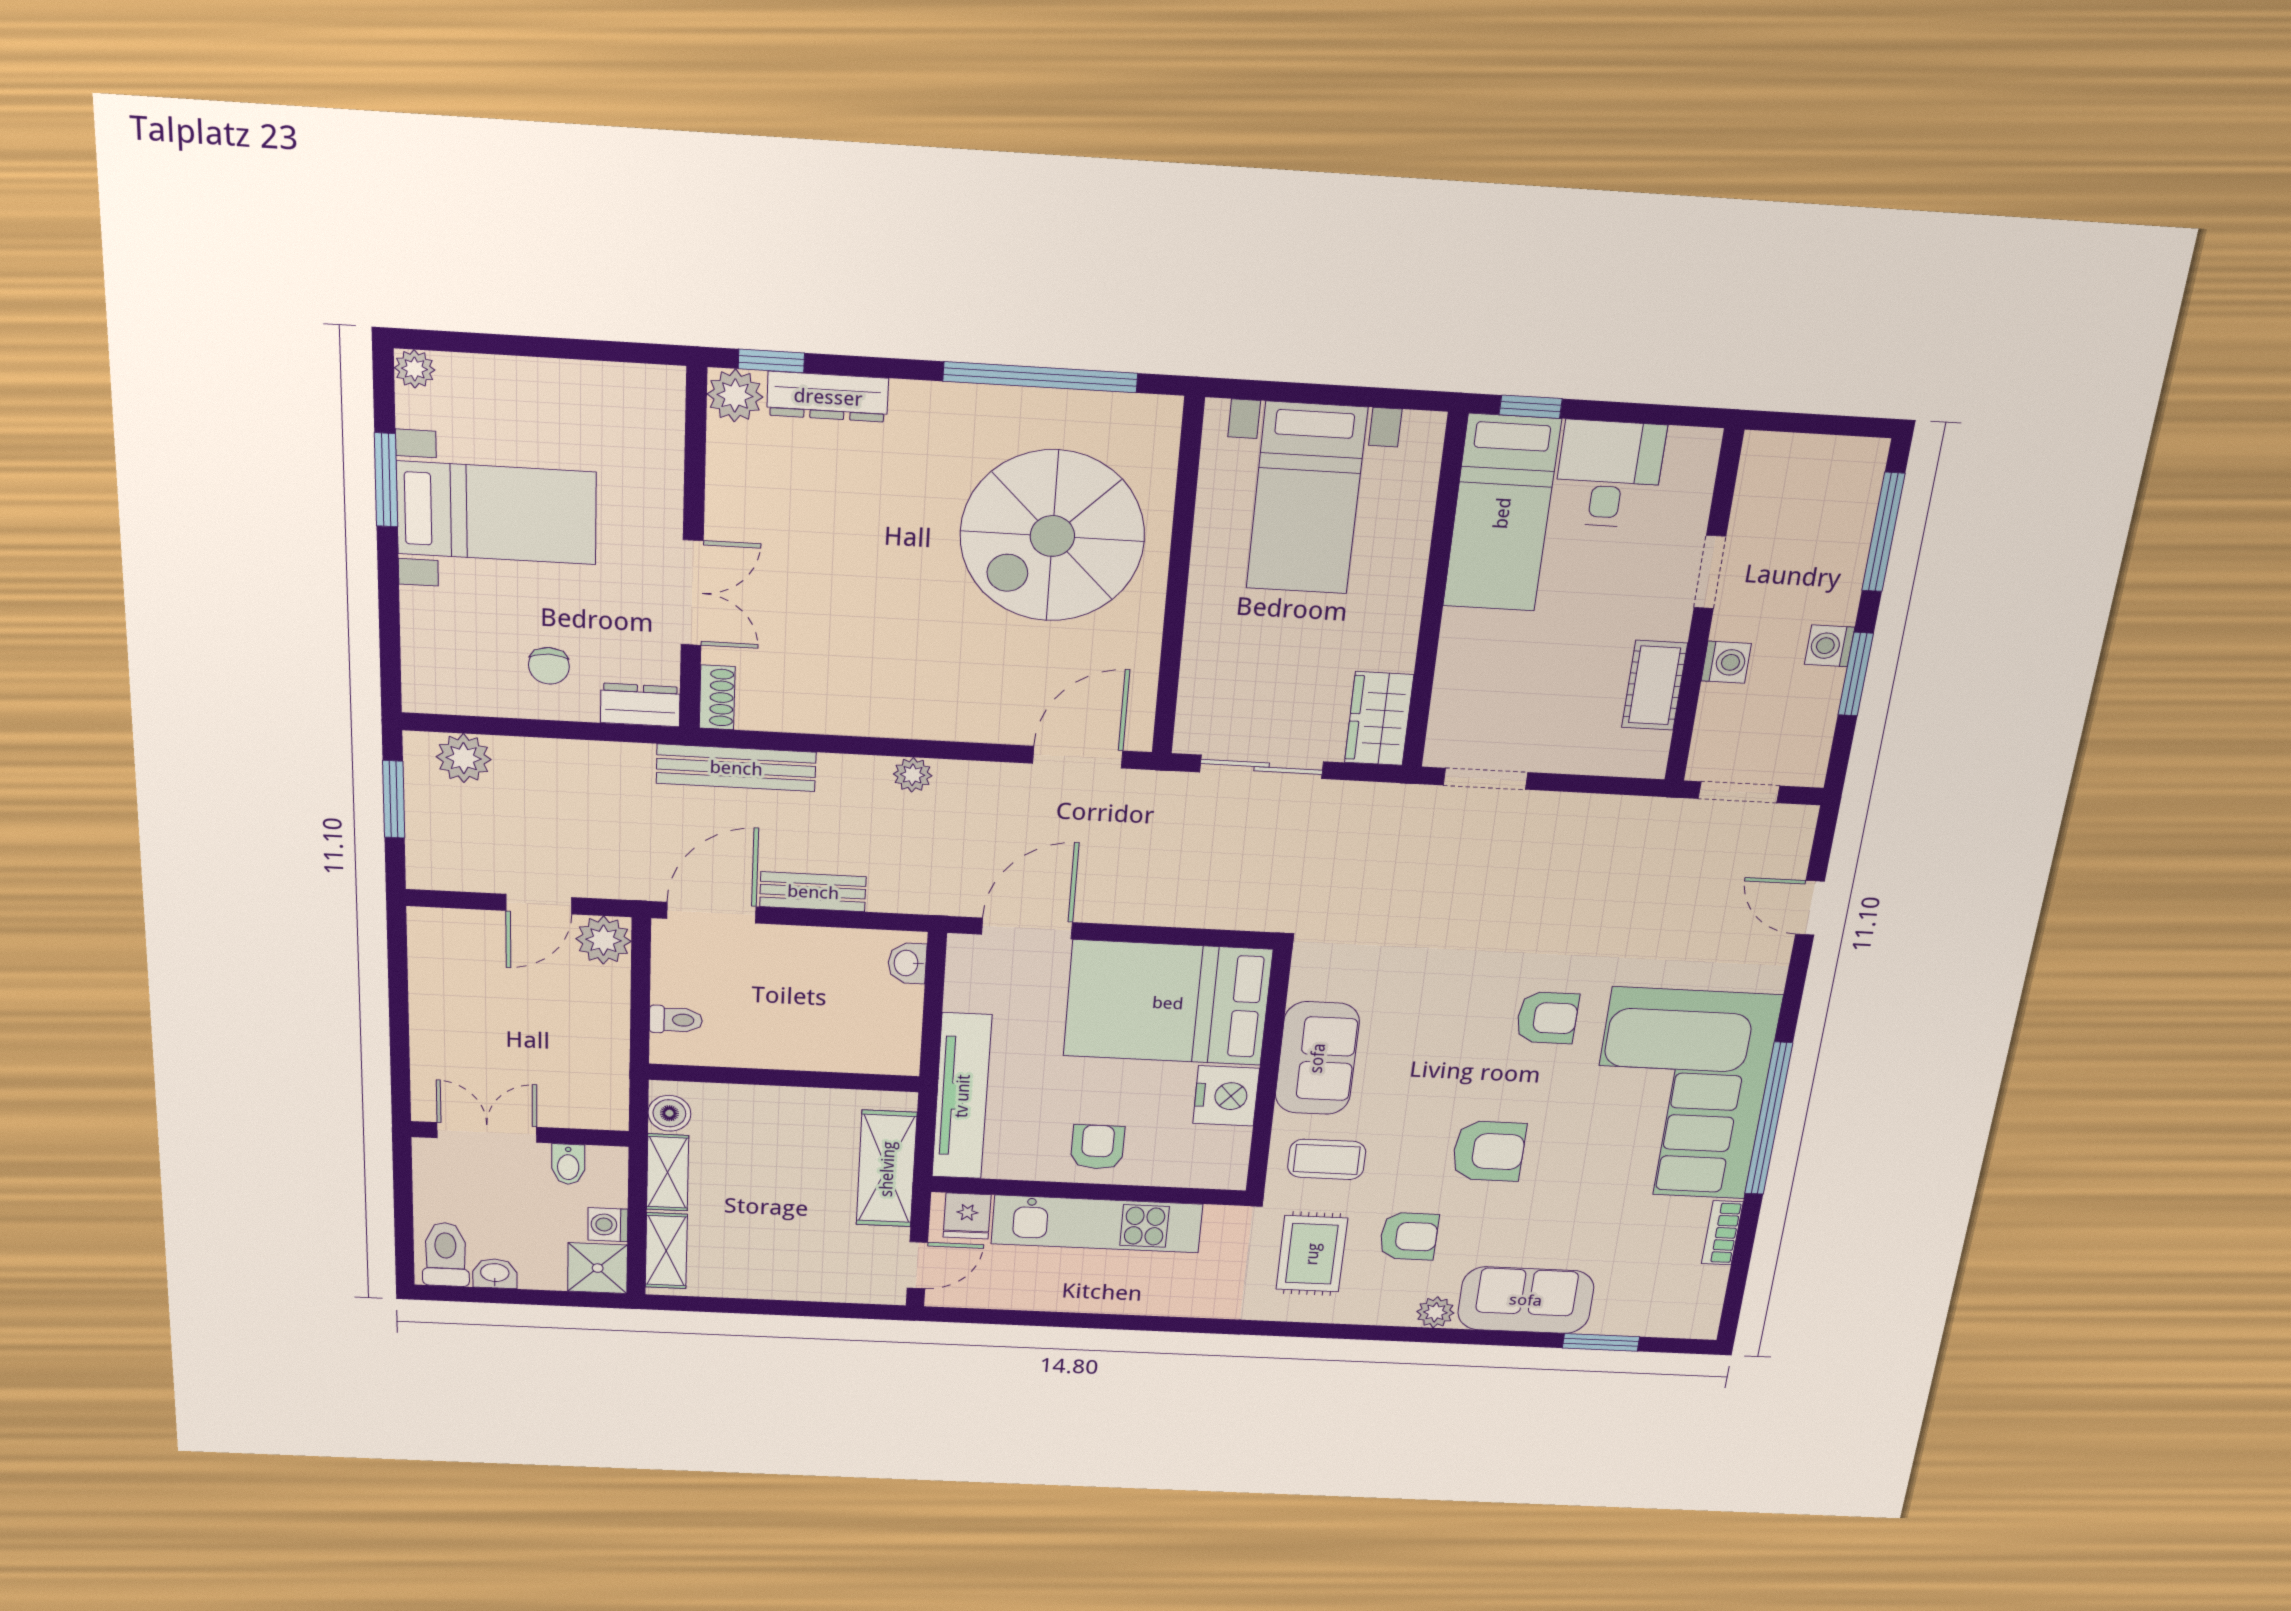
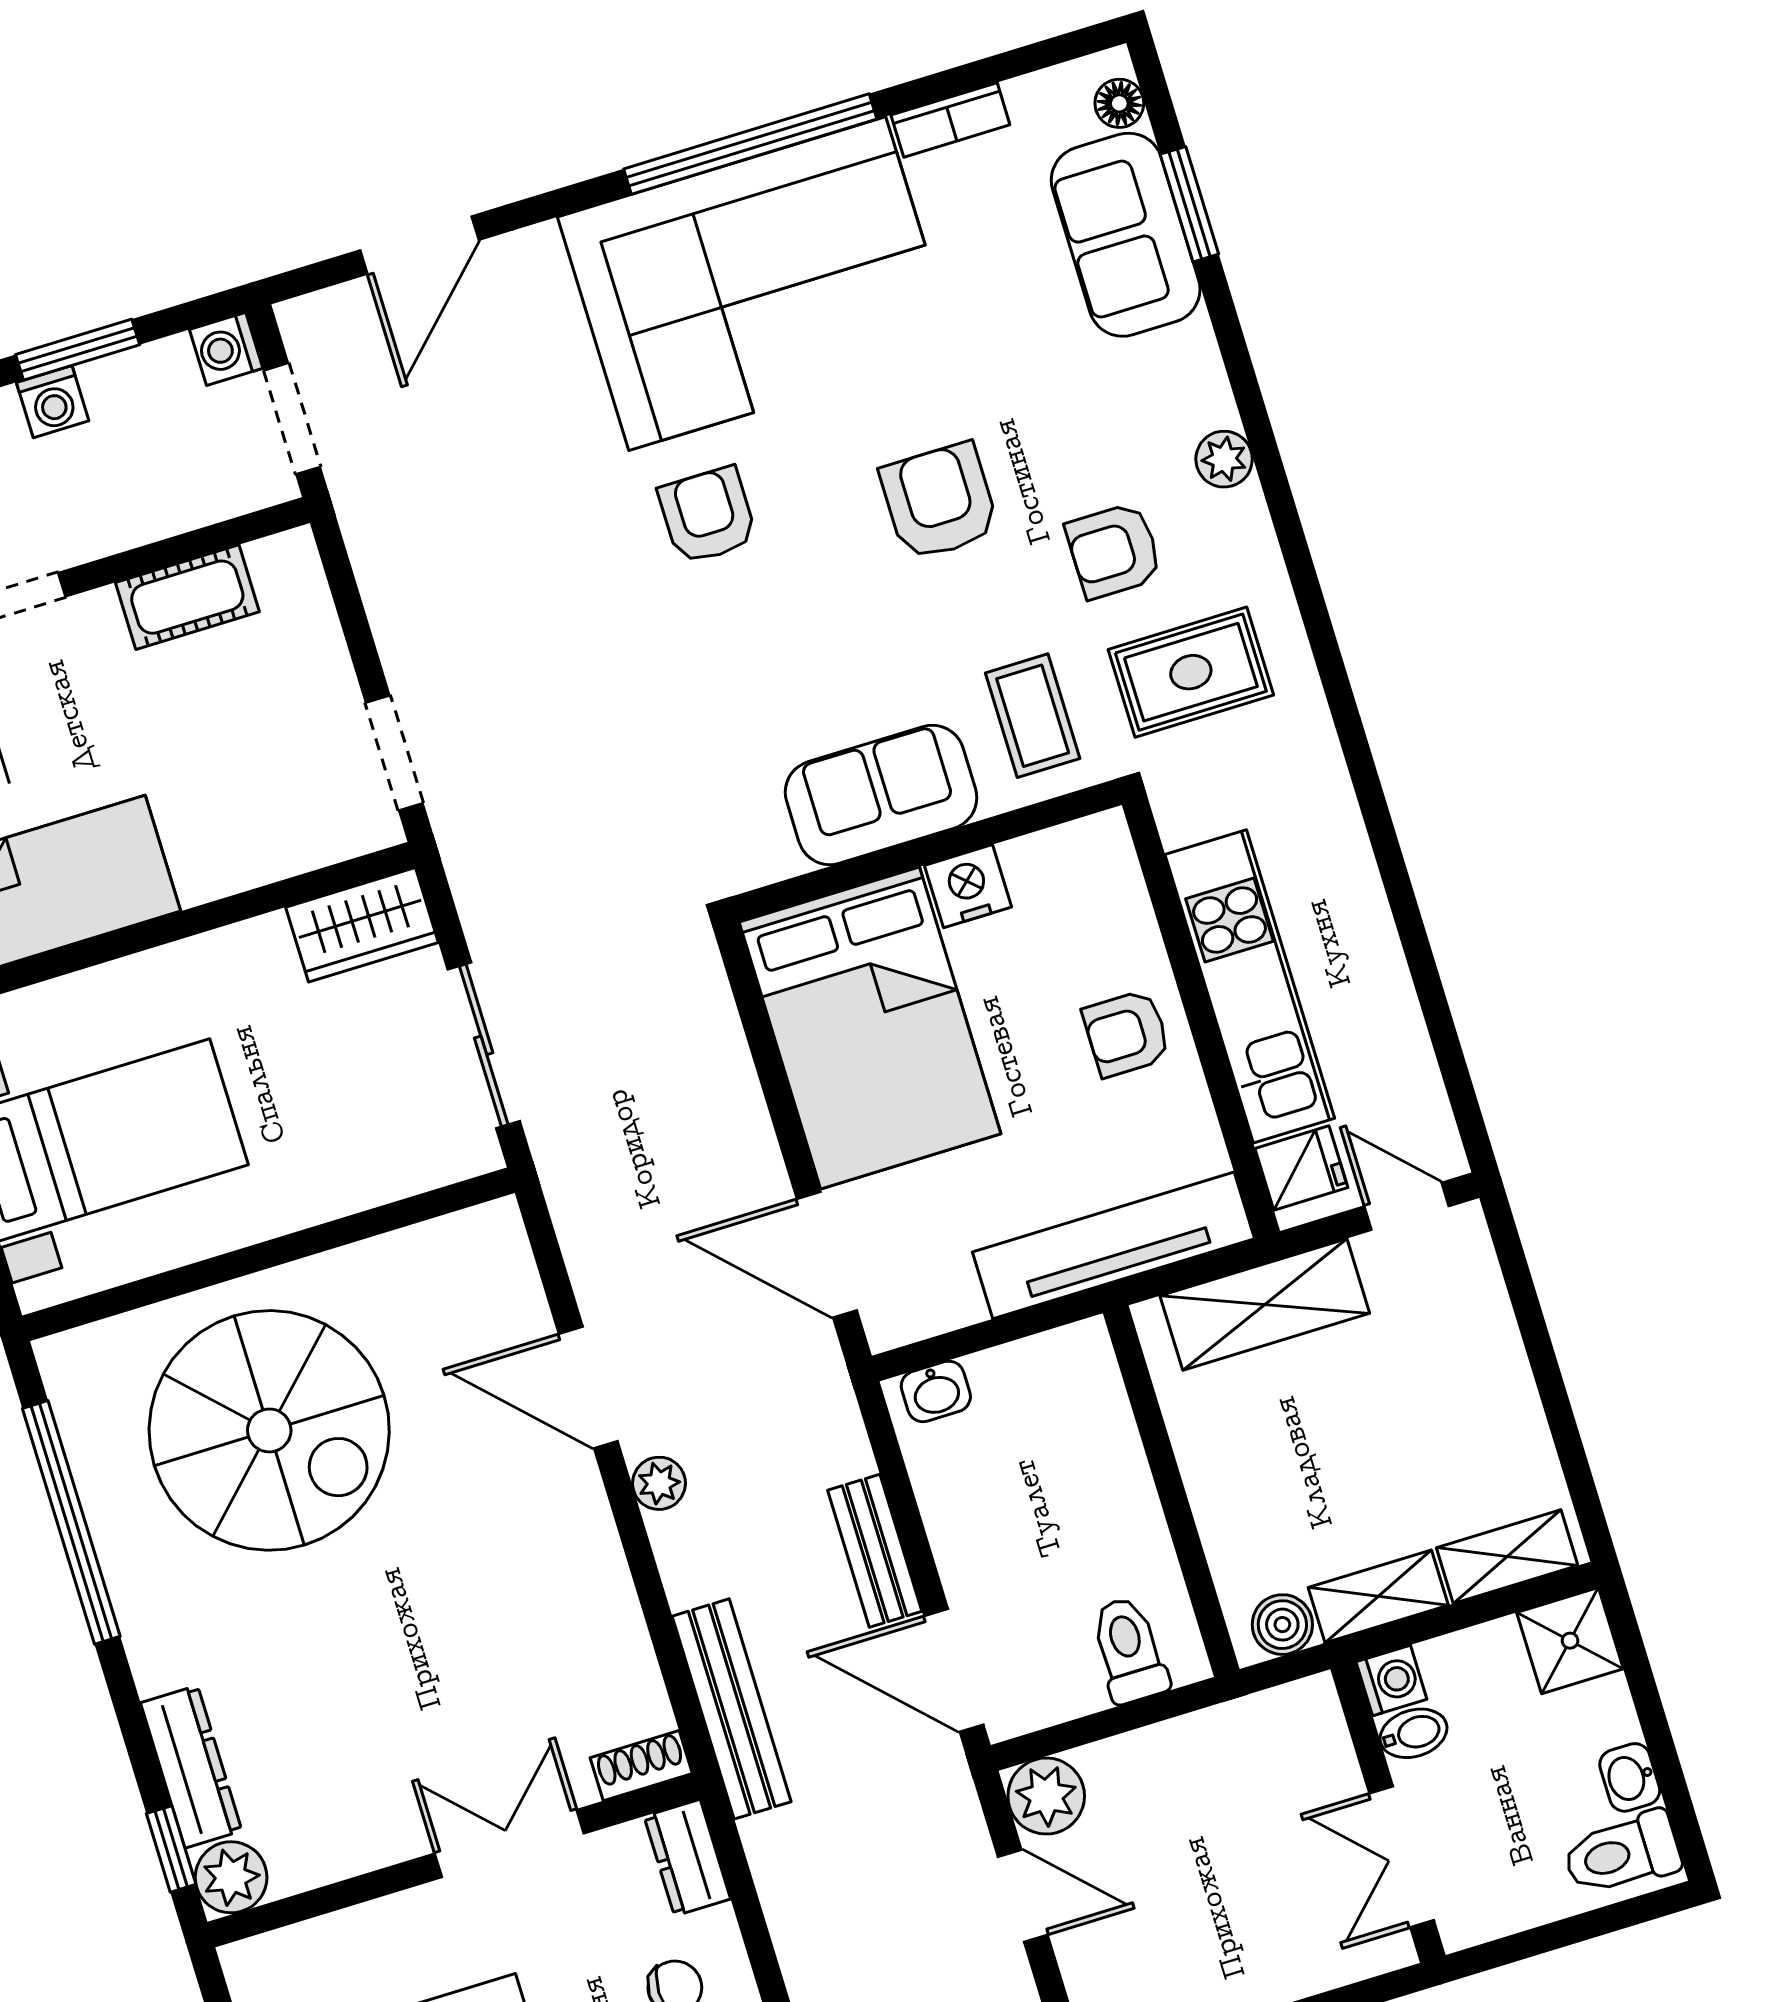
washing machine: (1726, 662) -> (226, 349), moved, turned -90
door: (1078, 757) -> (588, 1388), moved
door: (1810, 908) -> (419, 245), width x1.38
toilet: (676, 1020) -> (1129, 1650), width x1.37, depth x1.39
nightstand: (1226, 1096) -> (968, 886), width x0.74, depth x0.75
washing machine: (608, 1225) -> (1391, 1681), moved, turned -90
armchair: (1409, 1236) -> (1114, 551), turned -90
sofa: (1526, 1300) -> (1126, 235), moved
floor lamp: (1682, 1325) -> (1119, 103), added

